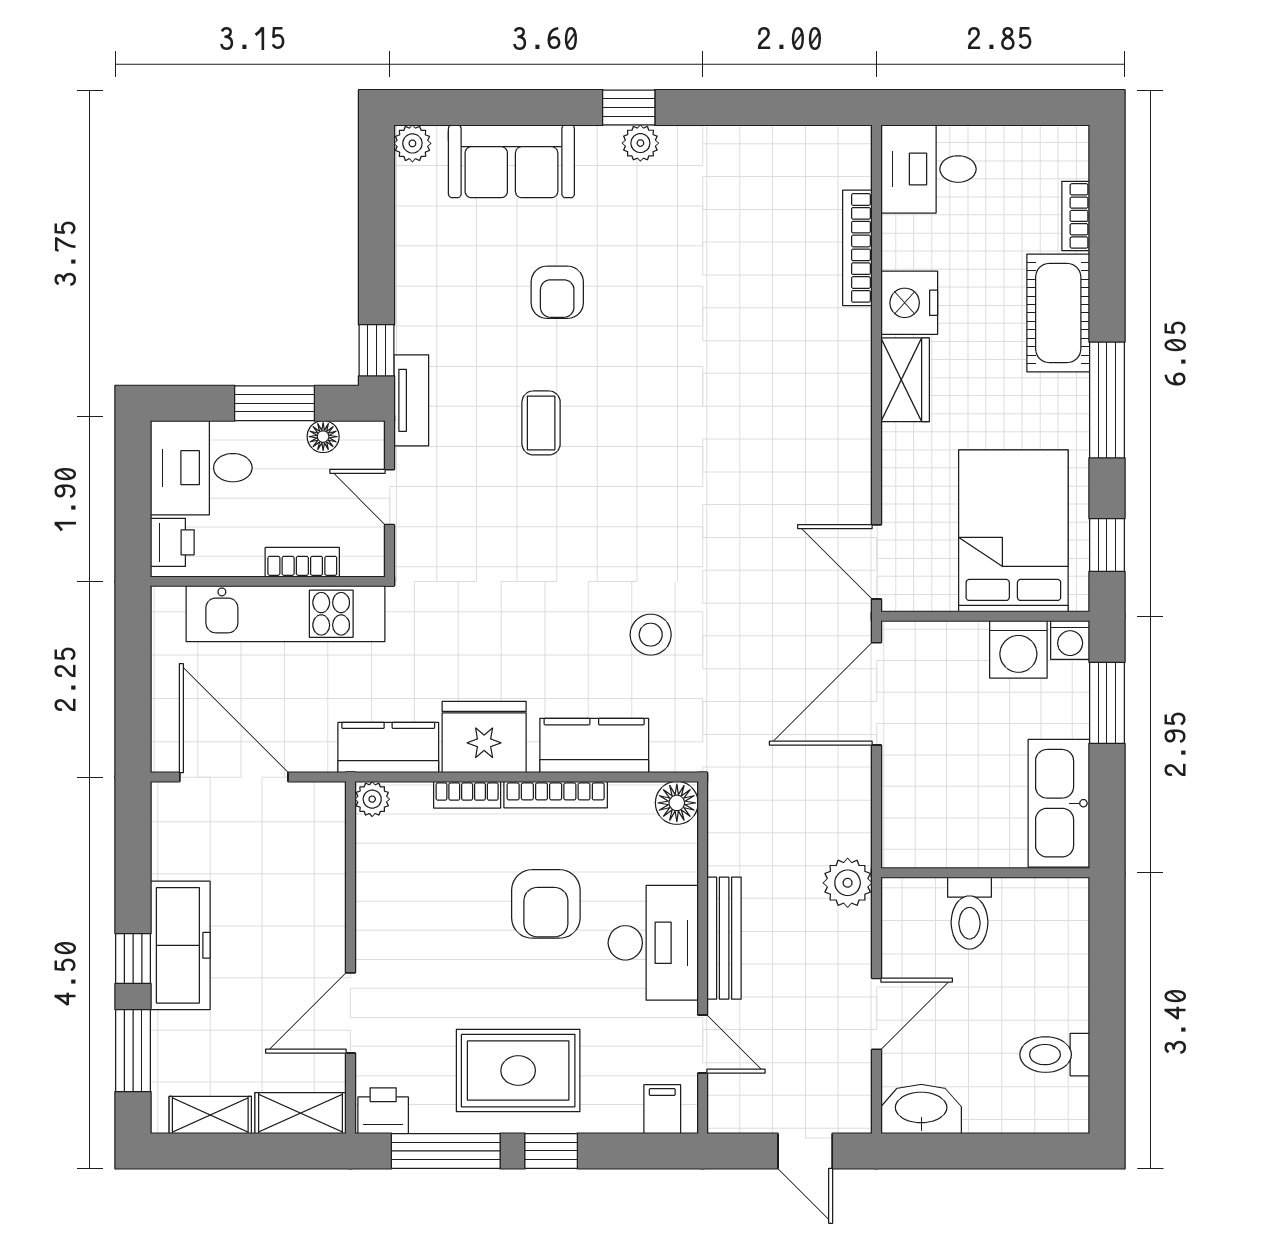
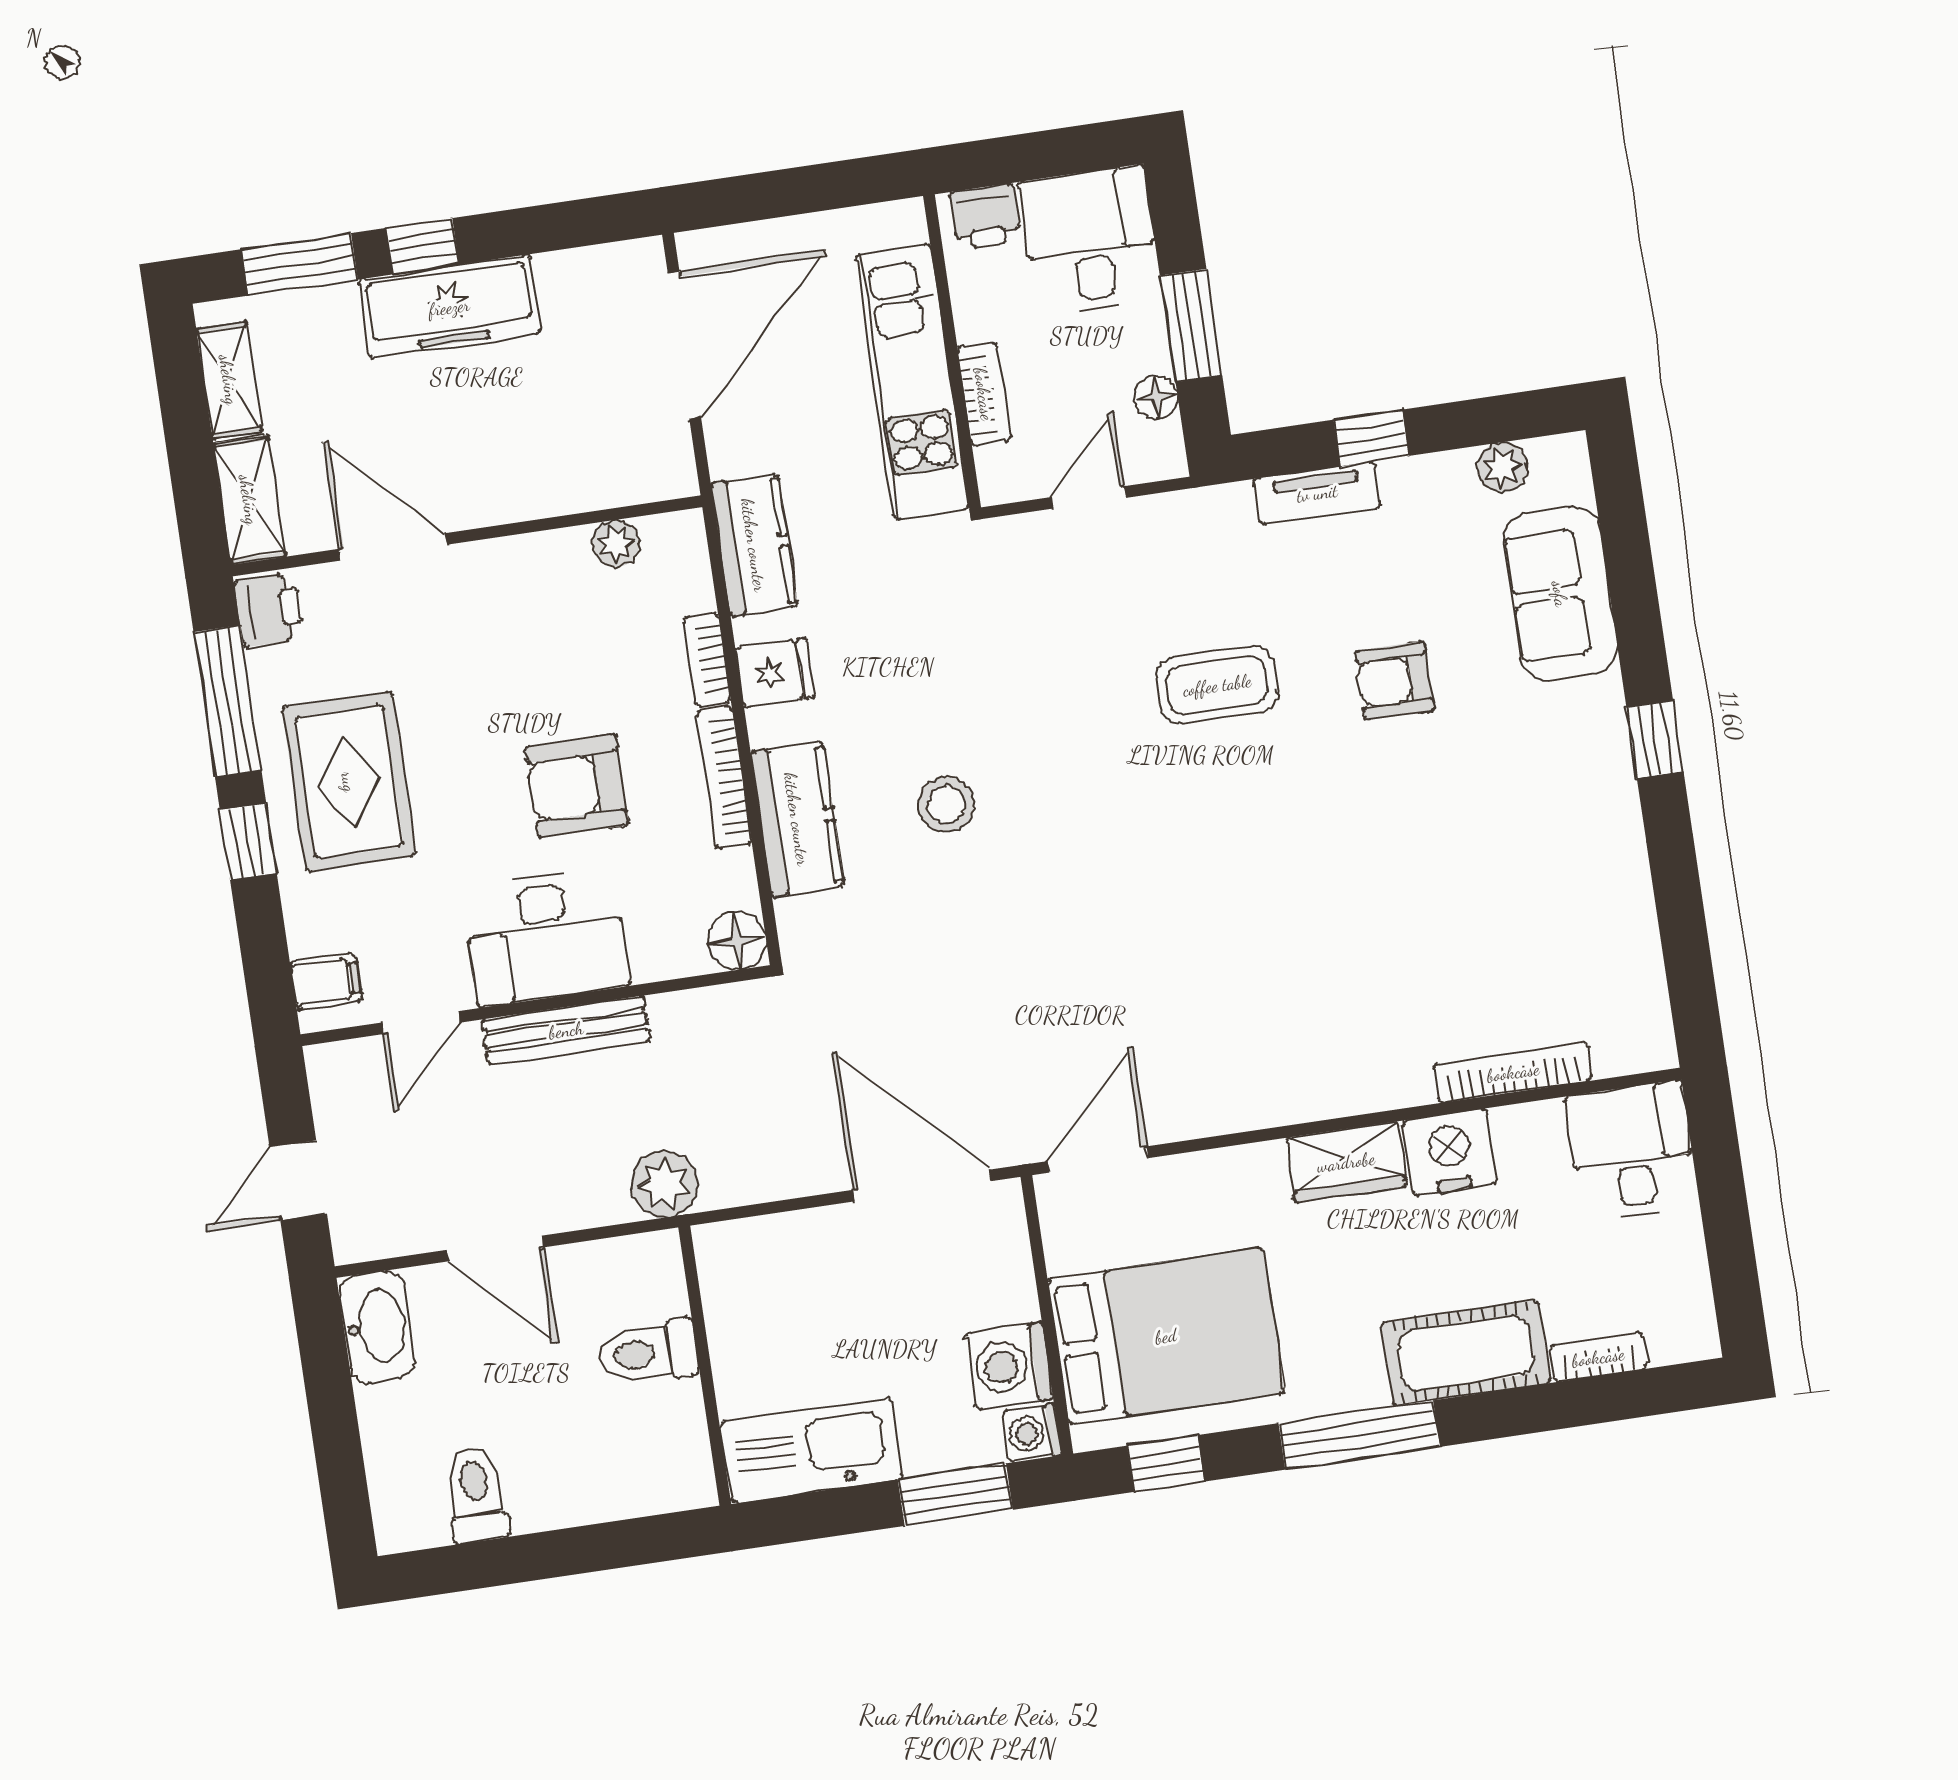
plant: (412, 143) -> (1502, 467), moved
plant: (640, 143) -> (1610, 762), removed
window: (377, 350) -> (1371, 438), moved
tv unit: (411, 400) -> (1317, 493), moved
coffee table: (541, 423) -> (1217, 685), width x1.36, depth x1.30
stool: (651, 635) -> (946, 805), moved
fridge: (484, 737) -> (775, 672), width x0.53, depth x0.75
plant: (372, 799) -> (616, 544), moved

